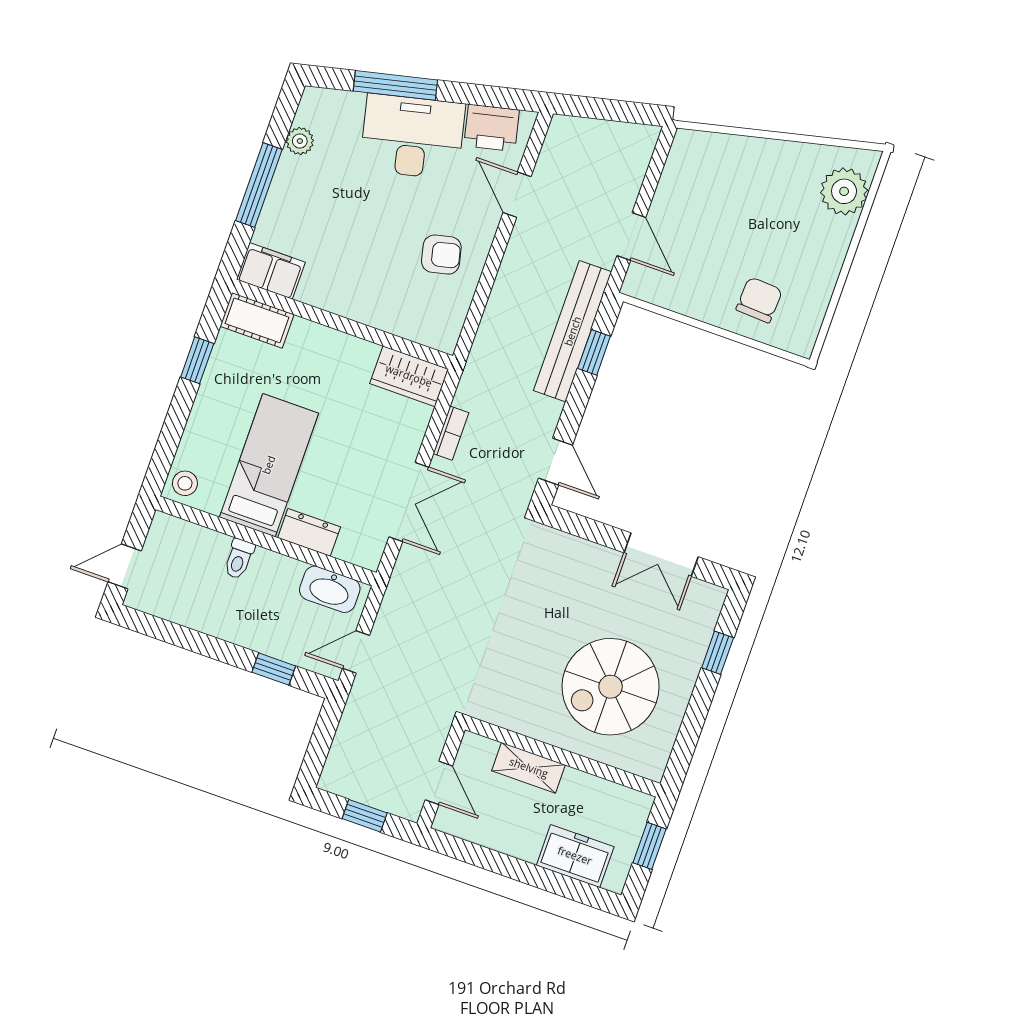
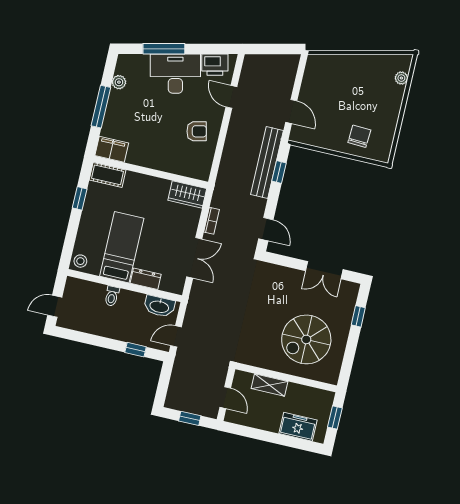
plant: (844, 191) -> (401, 78), width x0.53, depth x0.53

